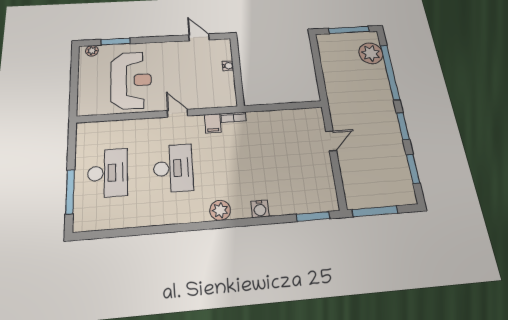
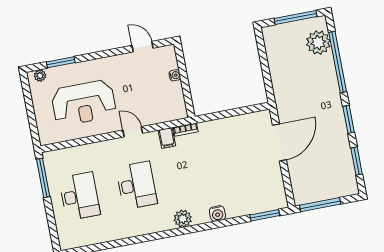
reception desk: (131, 80) -> (84, 103), turned 90
door: (331, 141) -> (279, 142), width x1.88
window: (70, 192) -> (43, 178), moved

